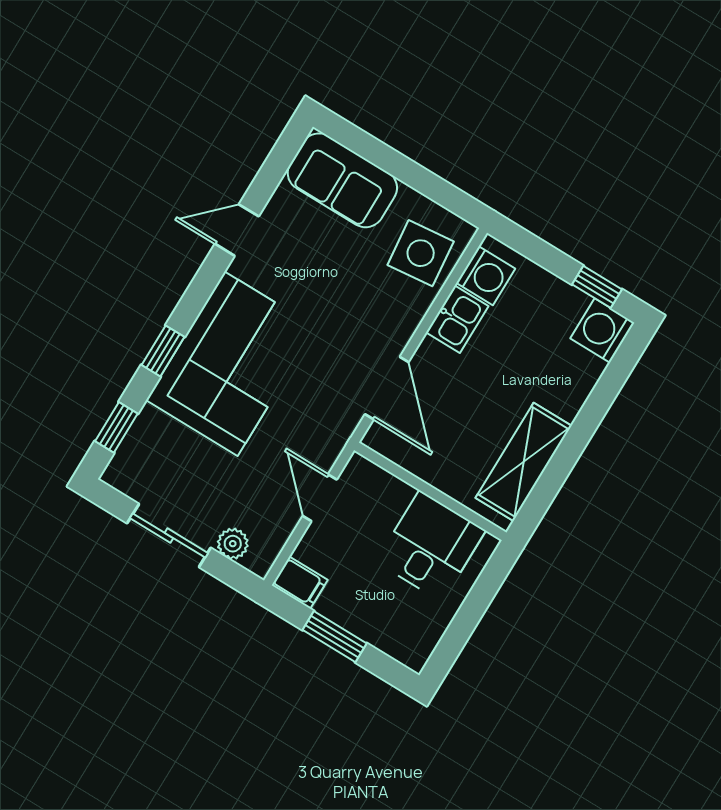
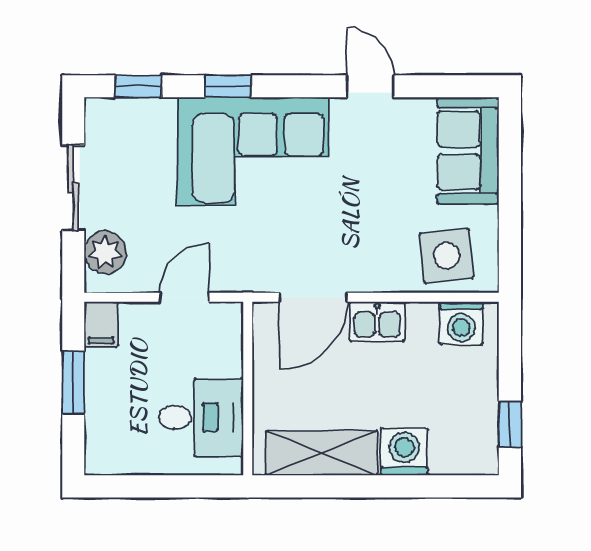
kitchen sink: (457, 319) -> (377, 322), moved
washing machine: (602, 331) -> (404, 452), moved
plant: (233, 544) -> (105, 252), width x1.38, depth x1.38

